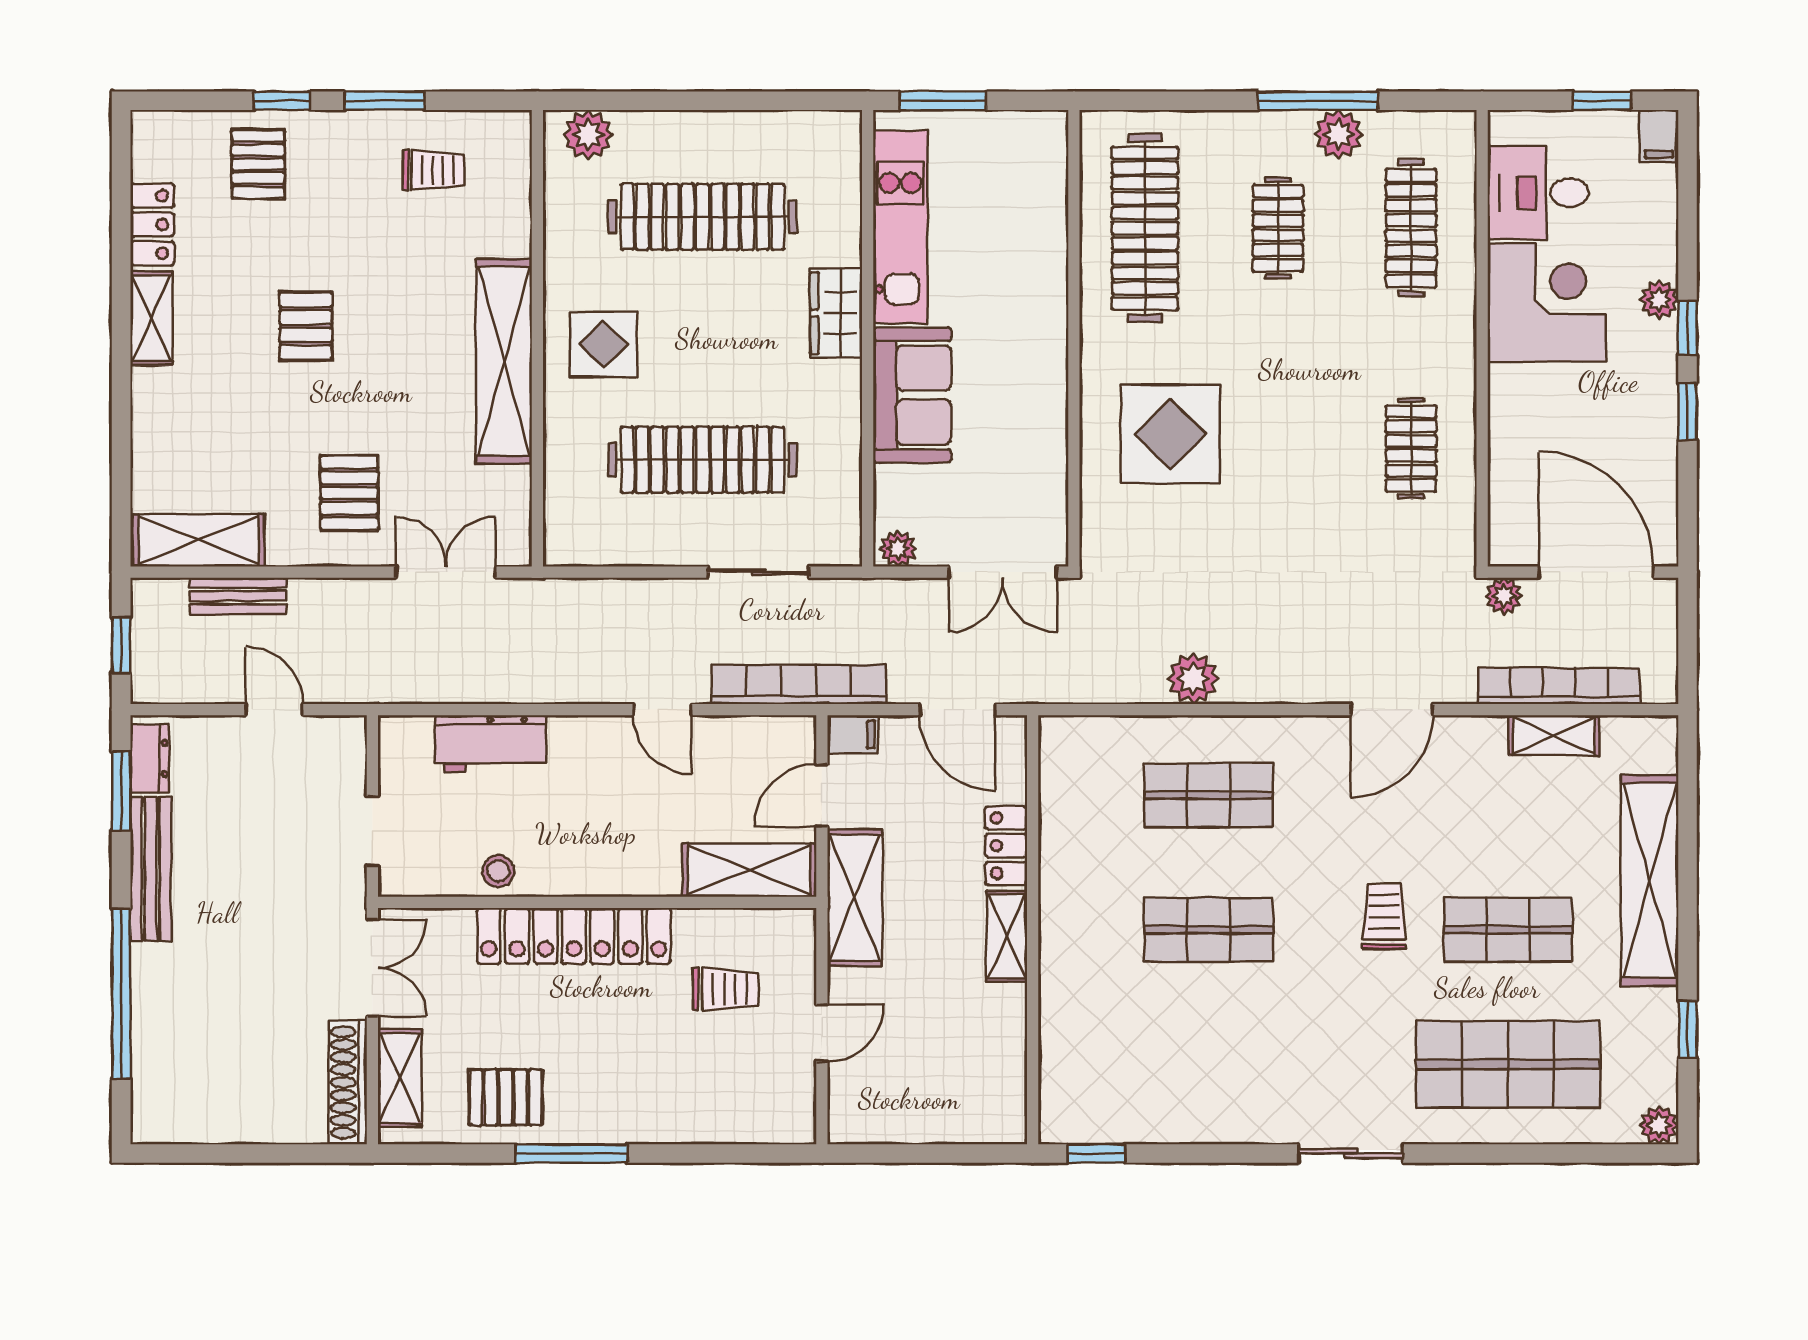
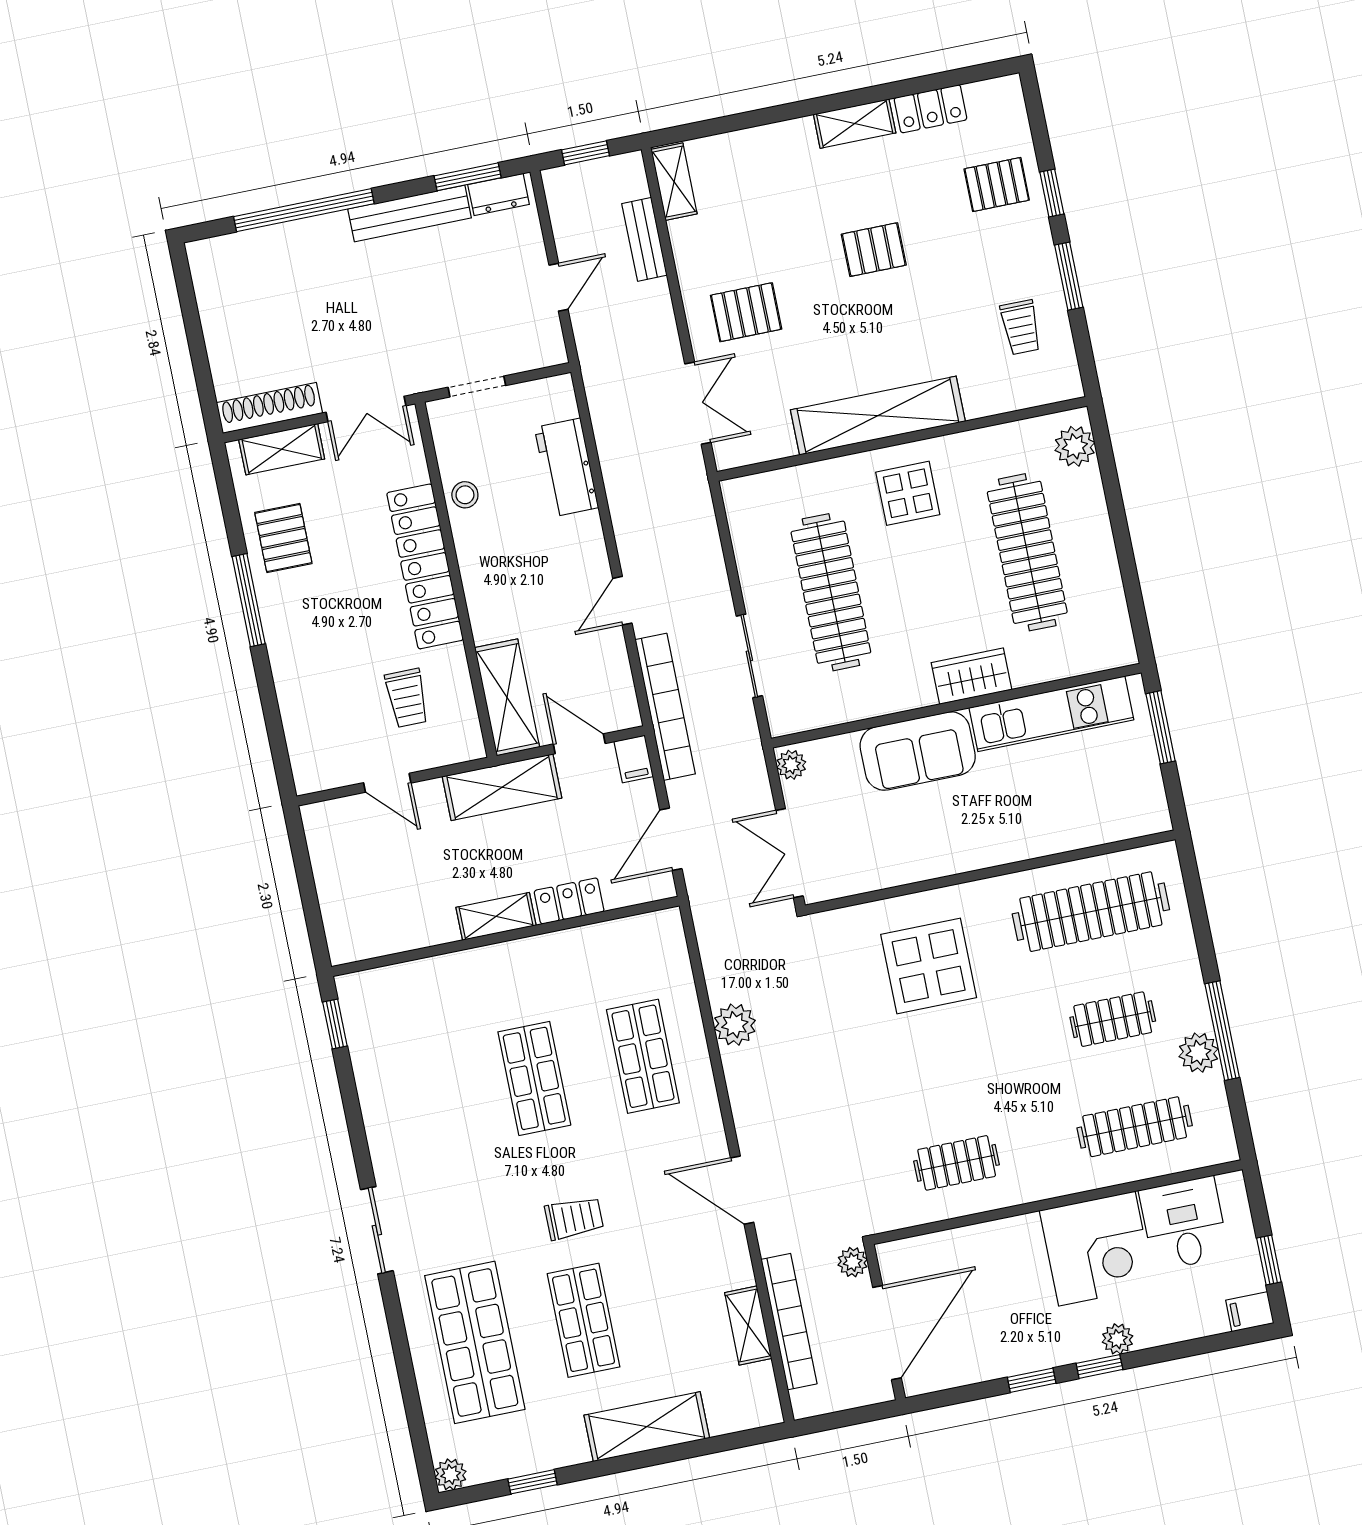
shelving: (199, 540) -> (674, 182), width x0.67, depth x0.75
shelving: (1650, 880) -> (647, 1427), width x0.68

